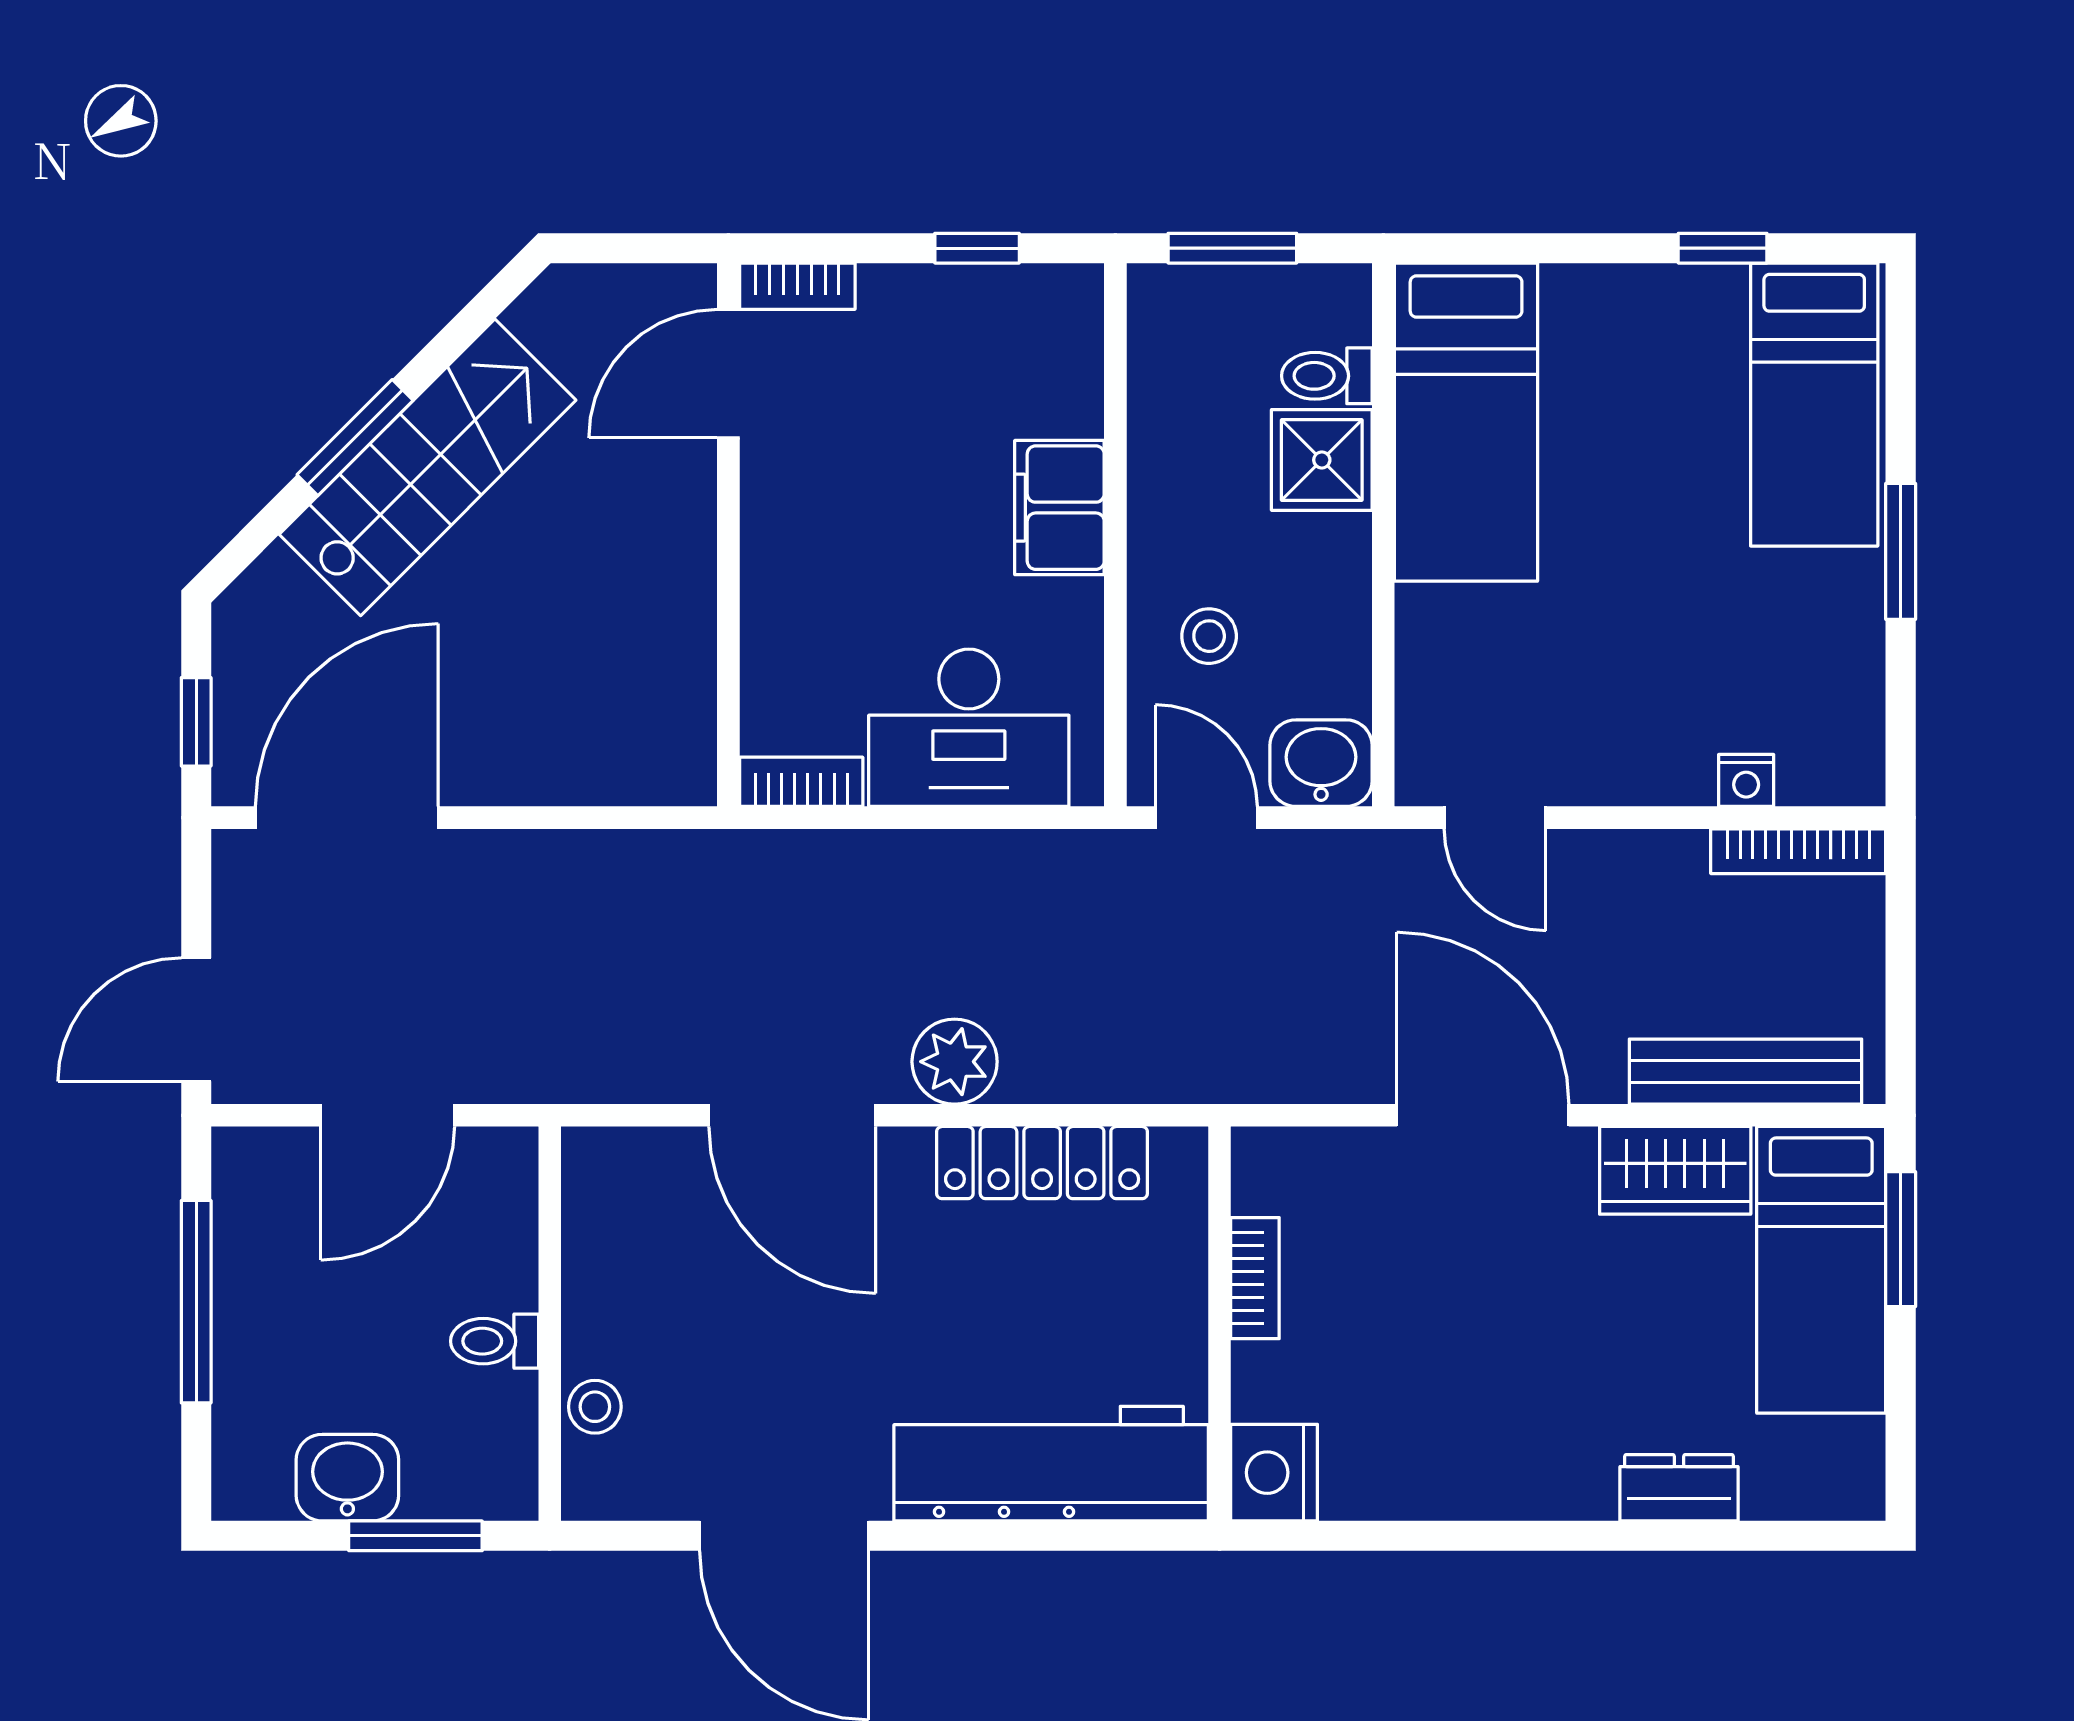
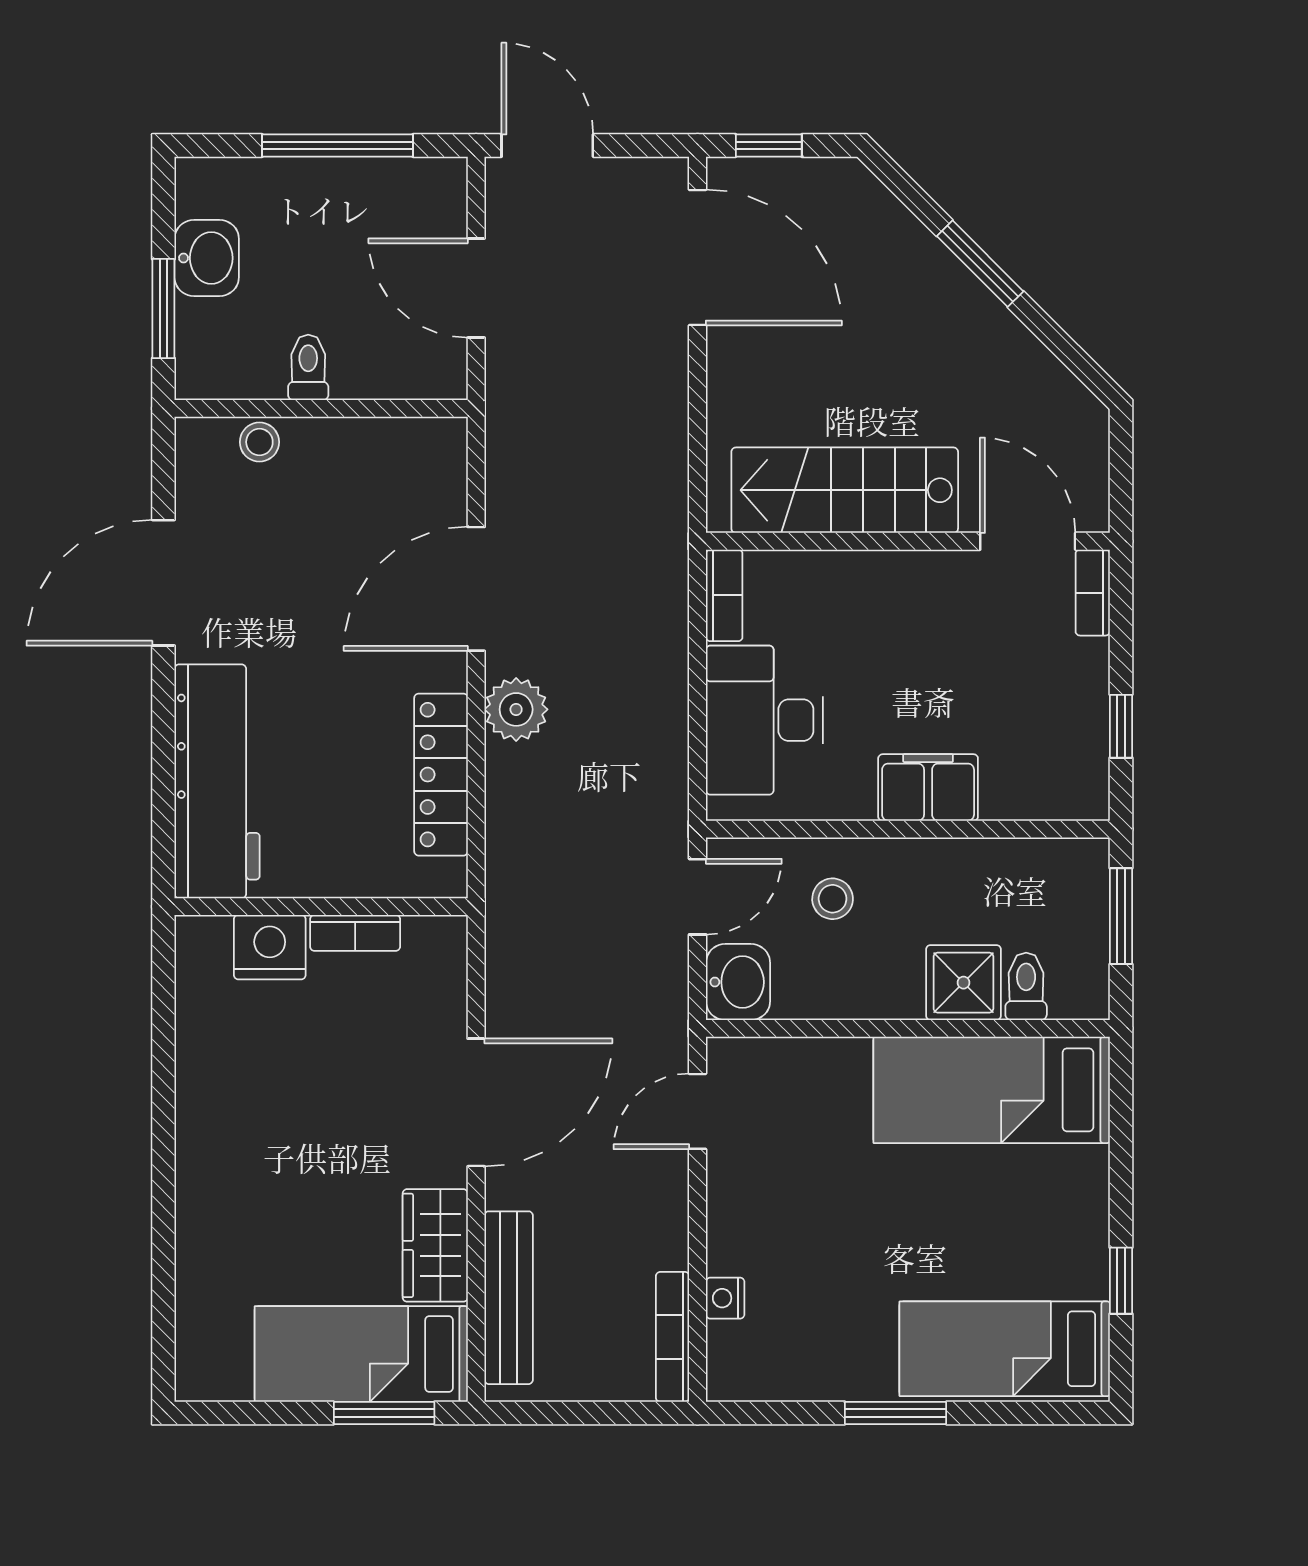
stairs: (428, 467) -> (845, 490), moved, turned 135
nightstand: (1274, 1473) -> (270, 947), moved
dresser: (1679, 1488) -> (199, 1248), removed

